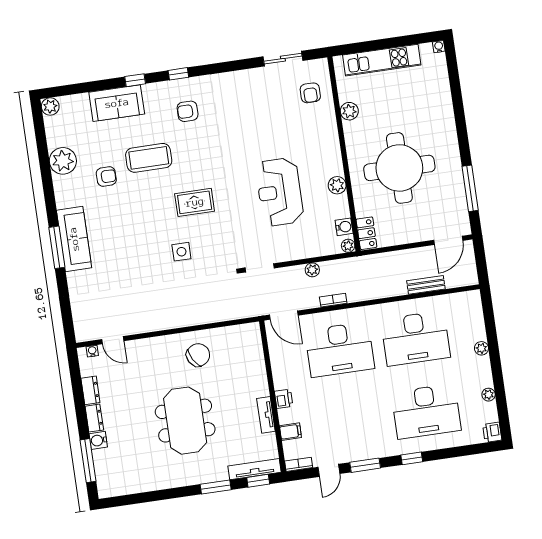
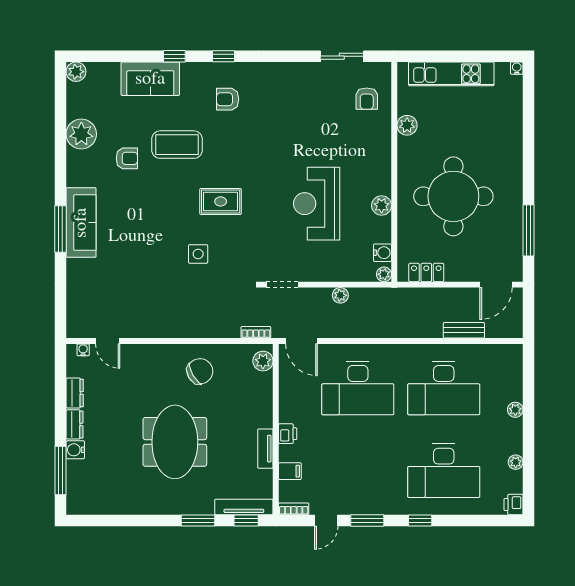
locker: (366, 233) -> (426, 272), moved, turned -90
bookcase: (333, 300) -> (256, 332), moved
plant: (252, 338) -> (263, 361), added

